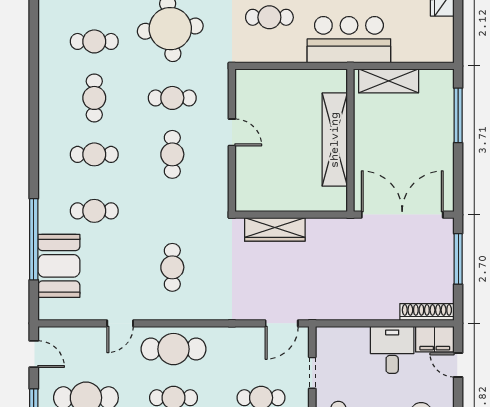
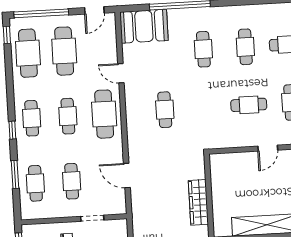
wardrobe: (275, 229) -> (198, 202), moved
booth: (59, 266) -> (144, 26), moved
cafe table: (172, 267) -> (165, 110), turned 90
door: (282, 323) -> (127, 175), moved

